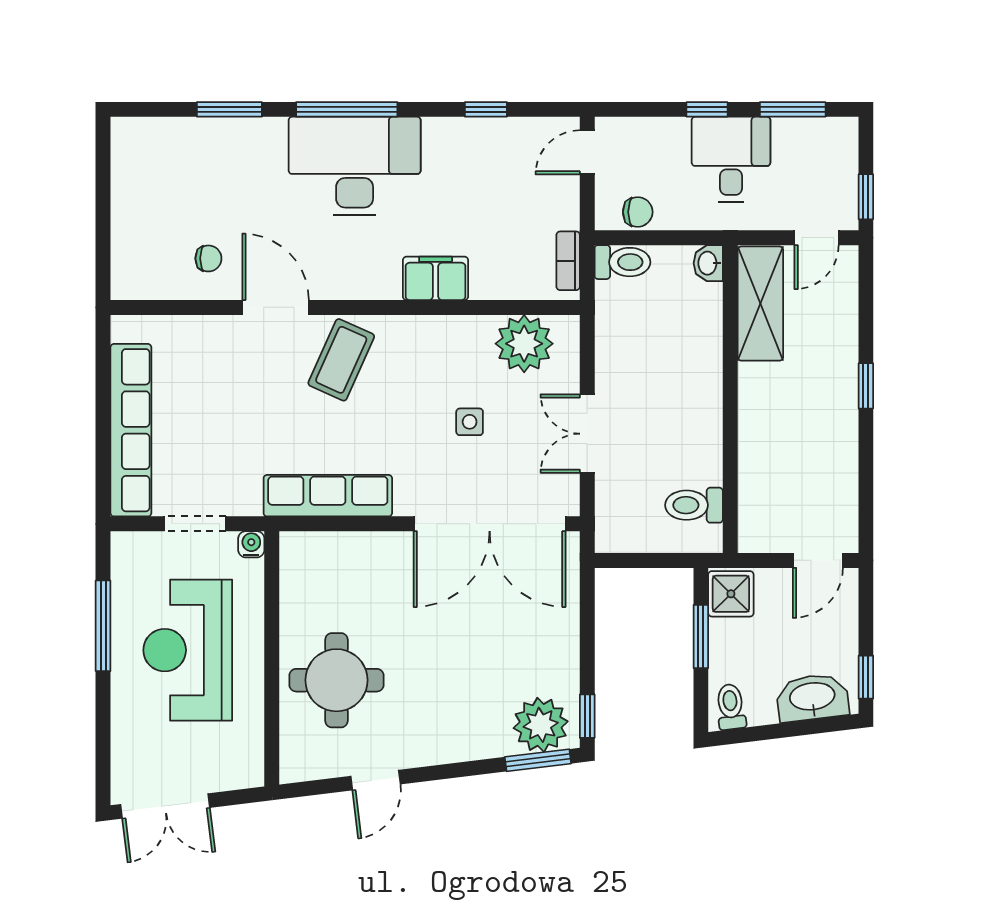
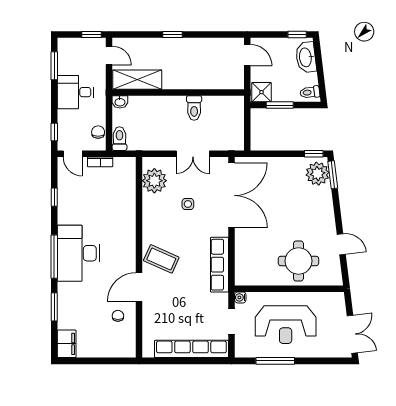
window: (707, 109) -> (54, 132), moved
bookcase: (568, 261) -> (100, 162), moved
filing cabinet: (436, 278) -> (67, 344), moved, turned 180
toilet: (694, 505) -> (194, 108), moved

